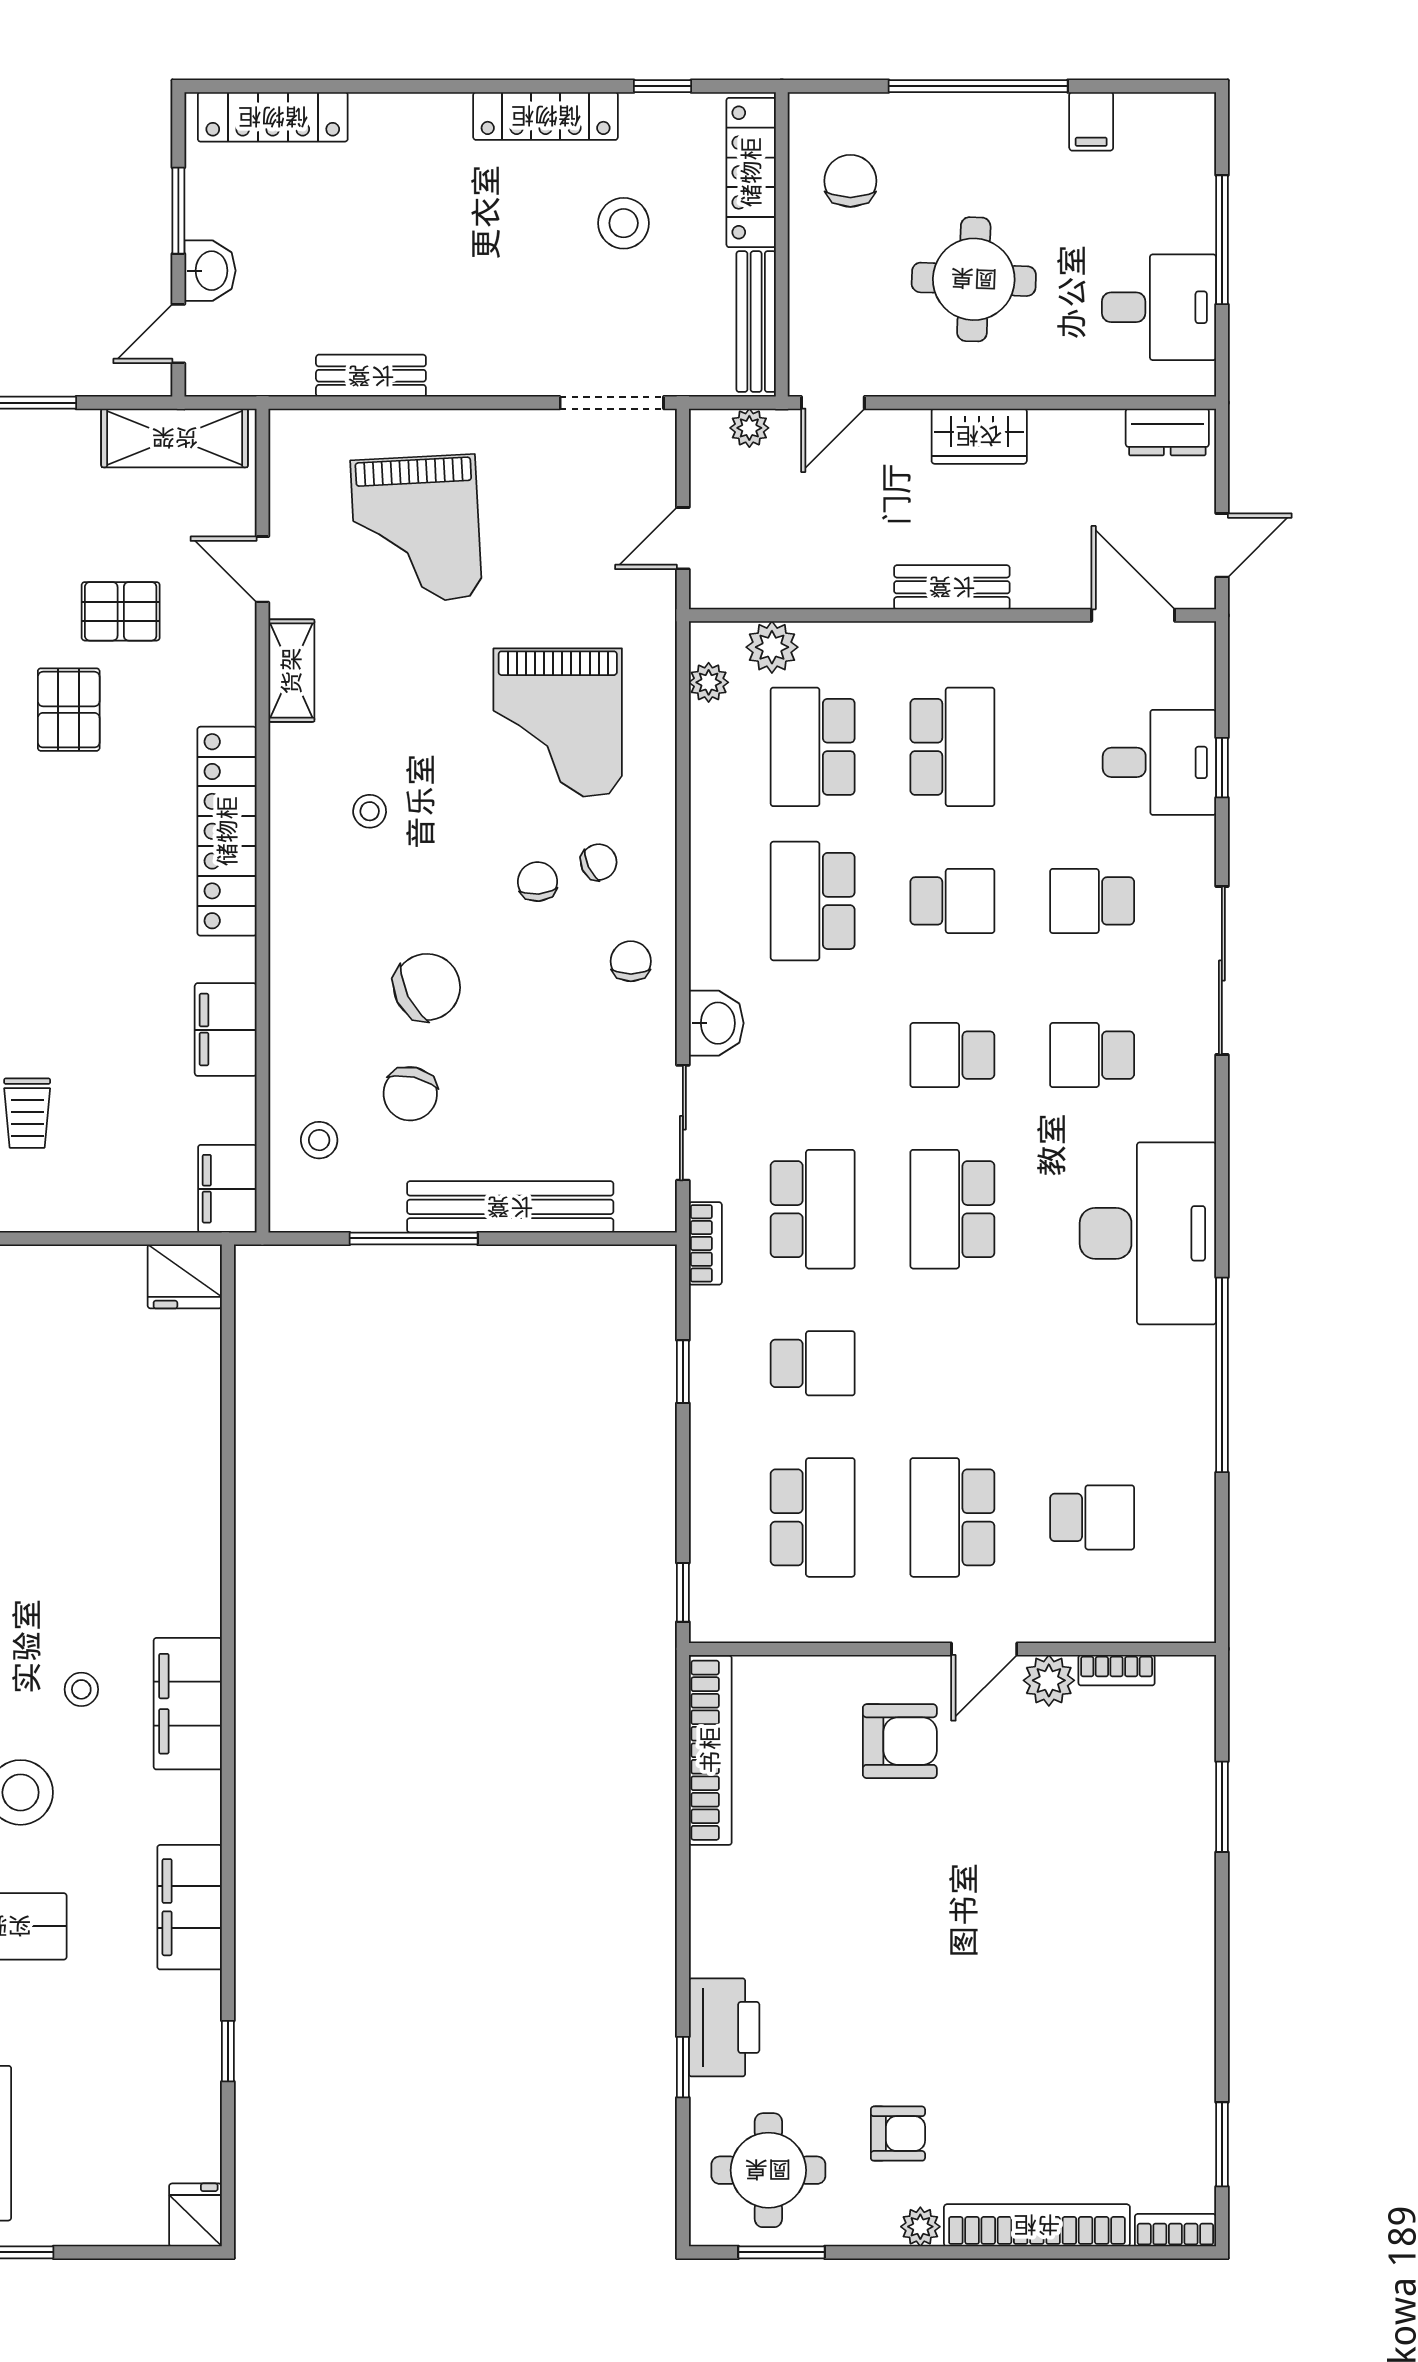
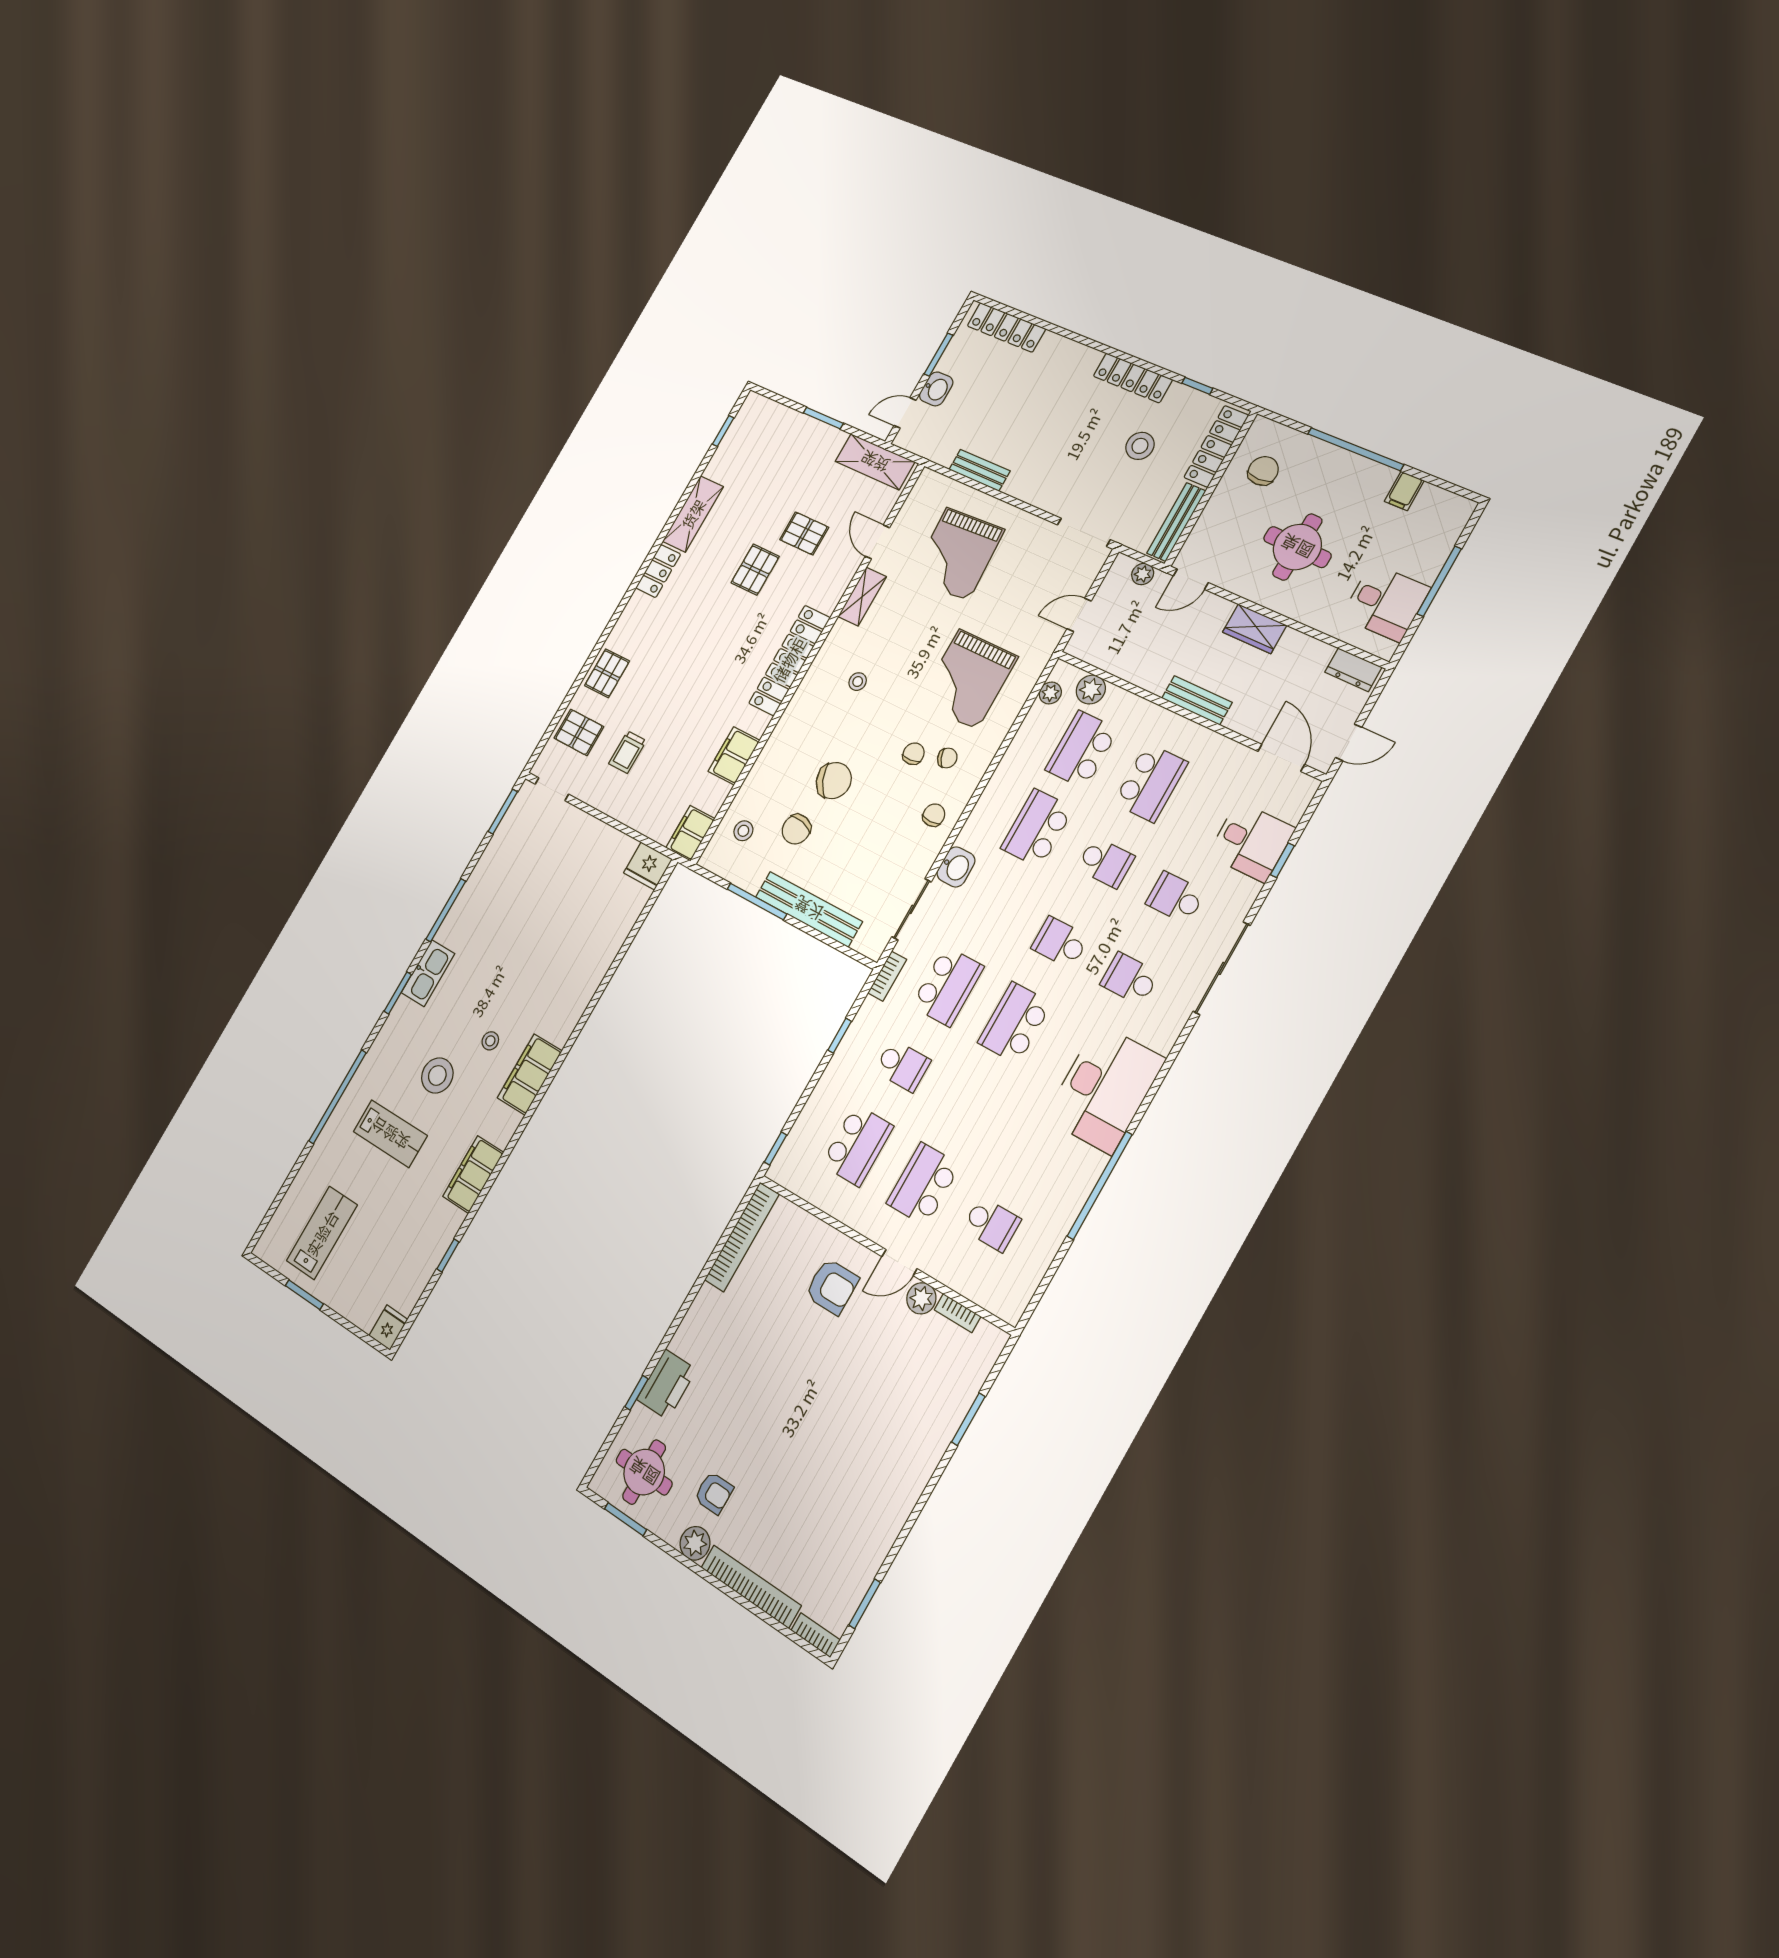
plant: (920, 2227) -> (695, 1543), width x1.38, depth x1.38

